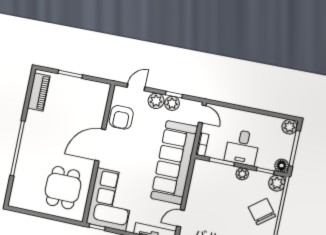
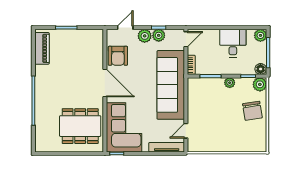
door: (202, 114) -> (186, 39), hinge flipped
door: (100, 145) -> (105, 83), swing flipped
desk: (242, 147) -> (233, 43), moved, turned 180
dining table: (63, 188) -> (80, 126), width x1.38
chair: (262, 212) -> (252, 111), turned -151

